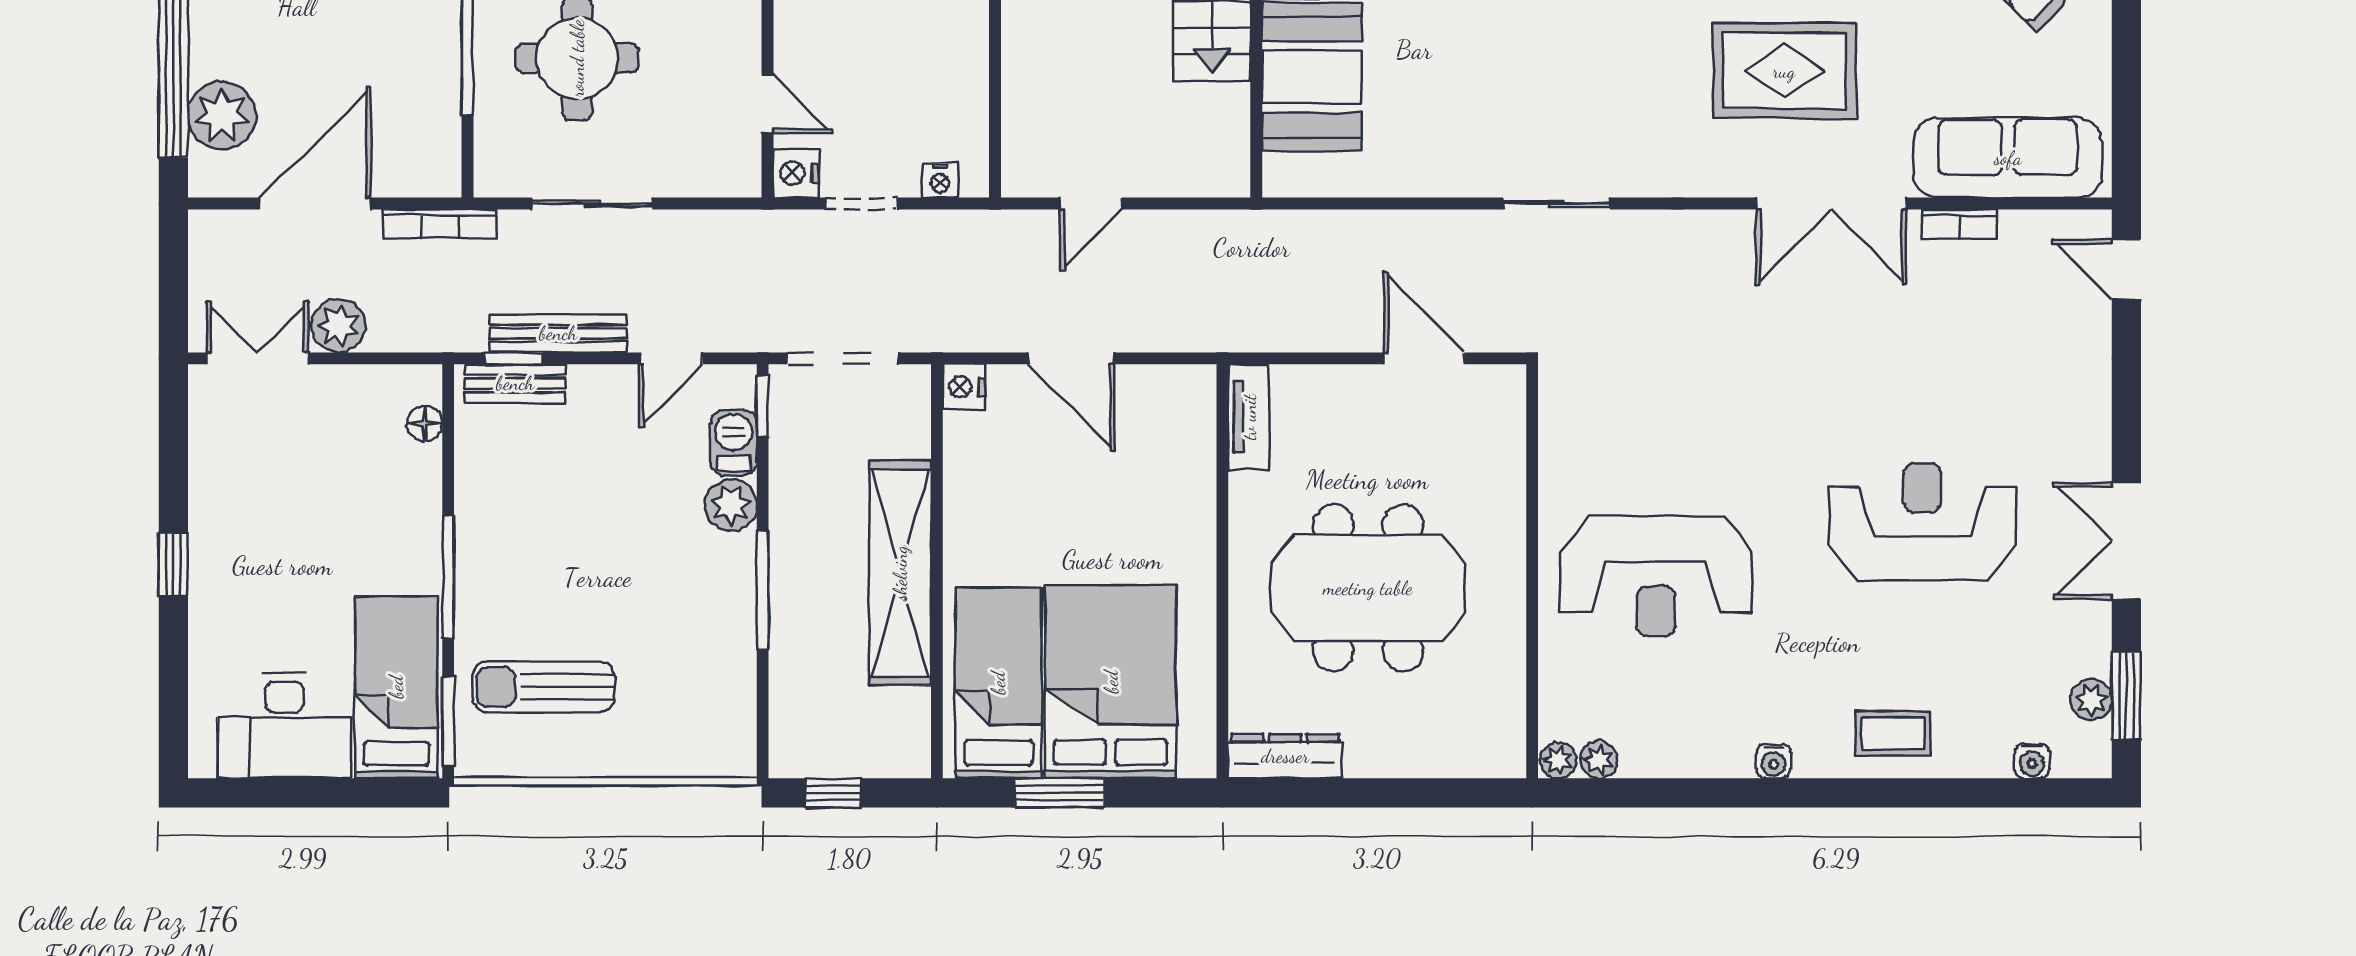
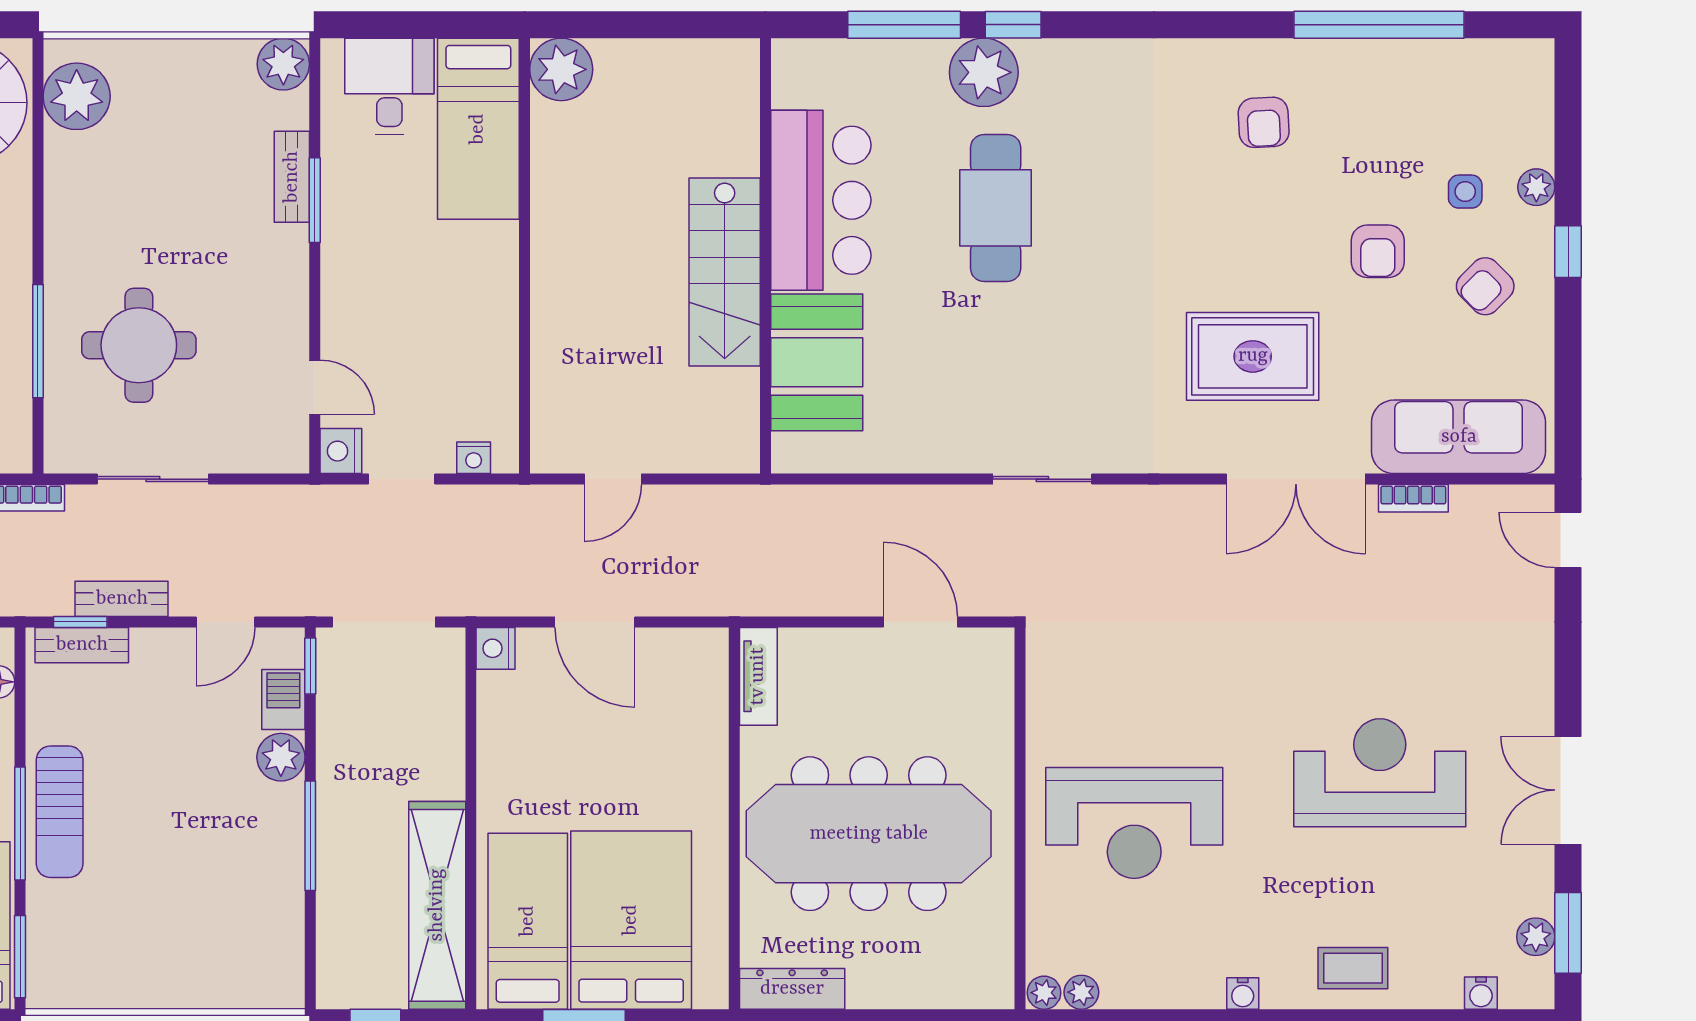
bench: (558, 333) -> (122, 599), width x0.73
shelving: (900, 573) -> (437, 905), moved
meeting table: (1368, 588) -> (869, 834), width x1.36
sun lounger: (544, 687) -> (60, 812), moved, turned -90

